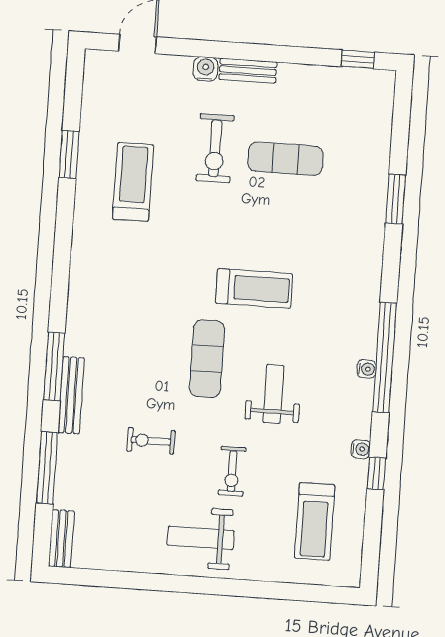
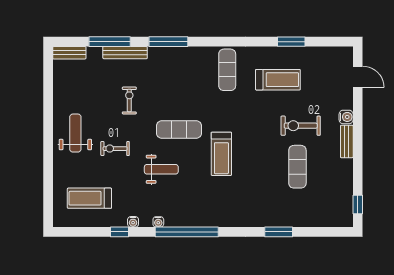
exercise mat: (110, 268) -> (227, 70), added
water cooler: (366, 369) -> (158, 222), moved
bench: (71, 395) -> (125, 53), moved

